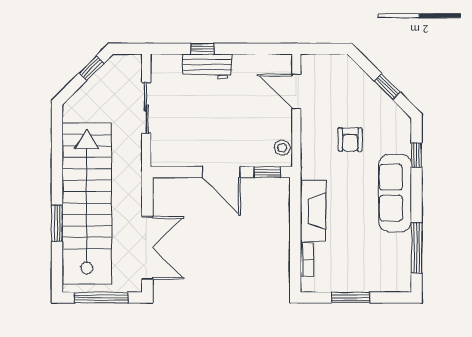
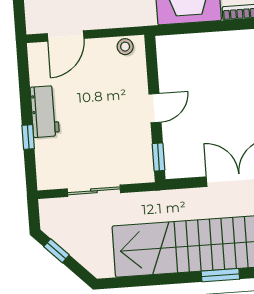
workbench: (207, 66) -> (45, 112), moved
door: (221, 172) -> (155, 108), width x0.73
window: (267, 172) -> (158, 157), moved

